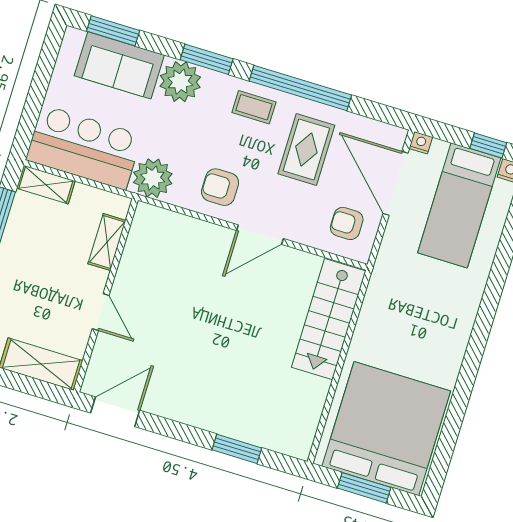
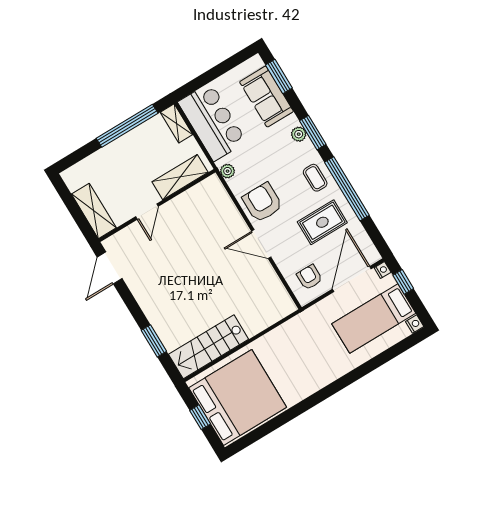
plant: (180, 82) -> (299, 134), width x0.53, depth x0.53
window: (488, 145) -> (403, 282), moved
plant: (153, 178) -> (228, 171), width x0.53, depth x0.53
armchair: (220, 187) -> (262, 202), width x1.38, depth x1.38
shelving: (107, 242) -> (180, 177), width x1.50, depth x1.33
stairs: (329, 319) -> (209, 347), moved
door: (115, 412) -> (110, 268), swing flipped
window: (364, 488) -> (200, 417), width x0.67

